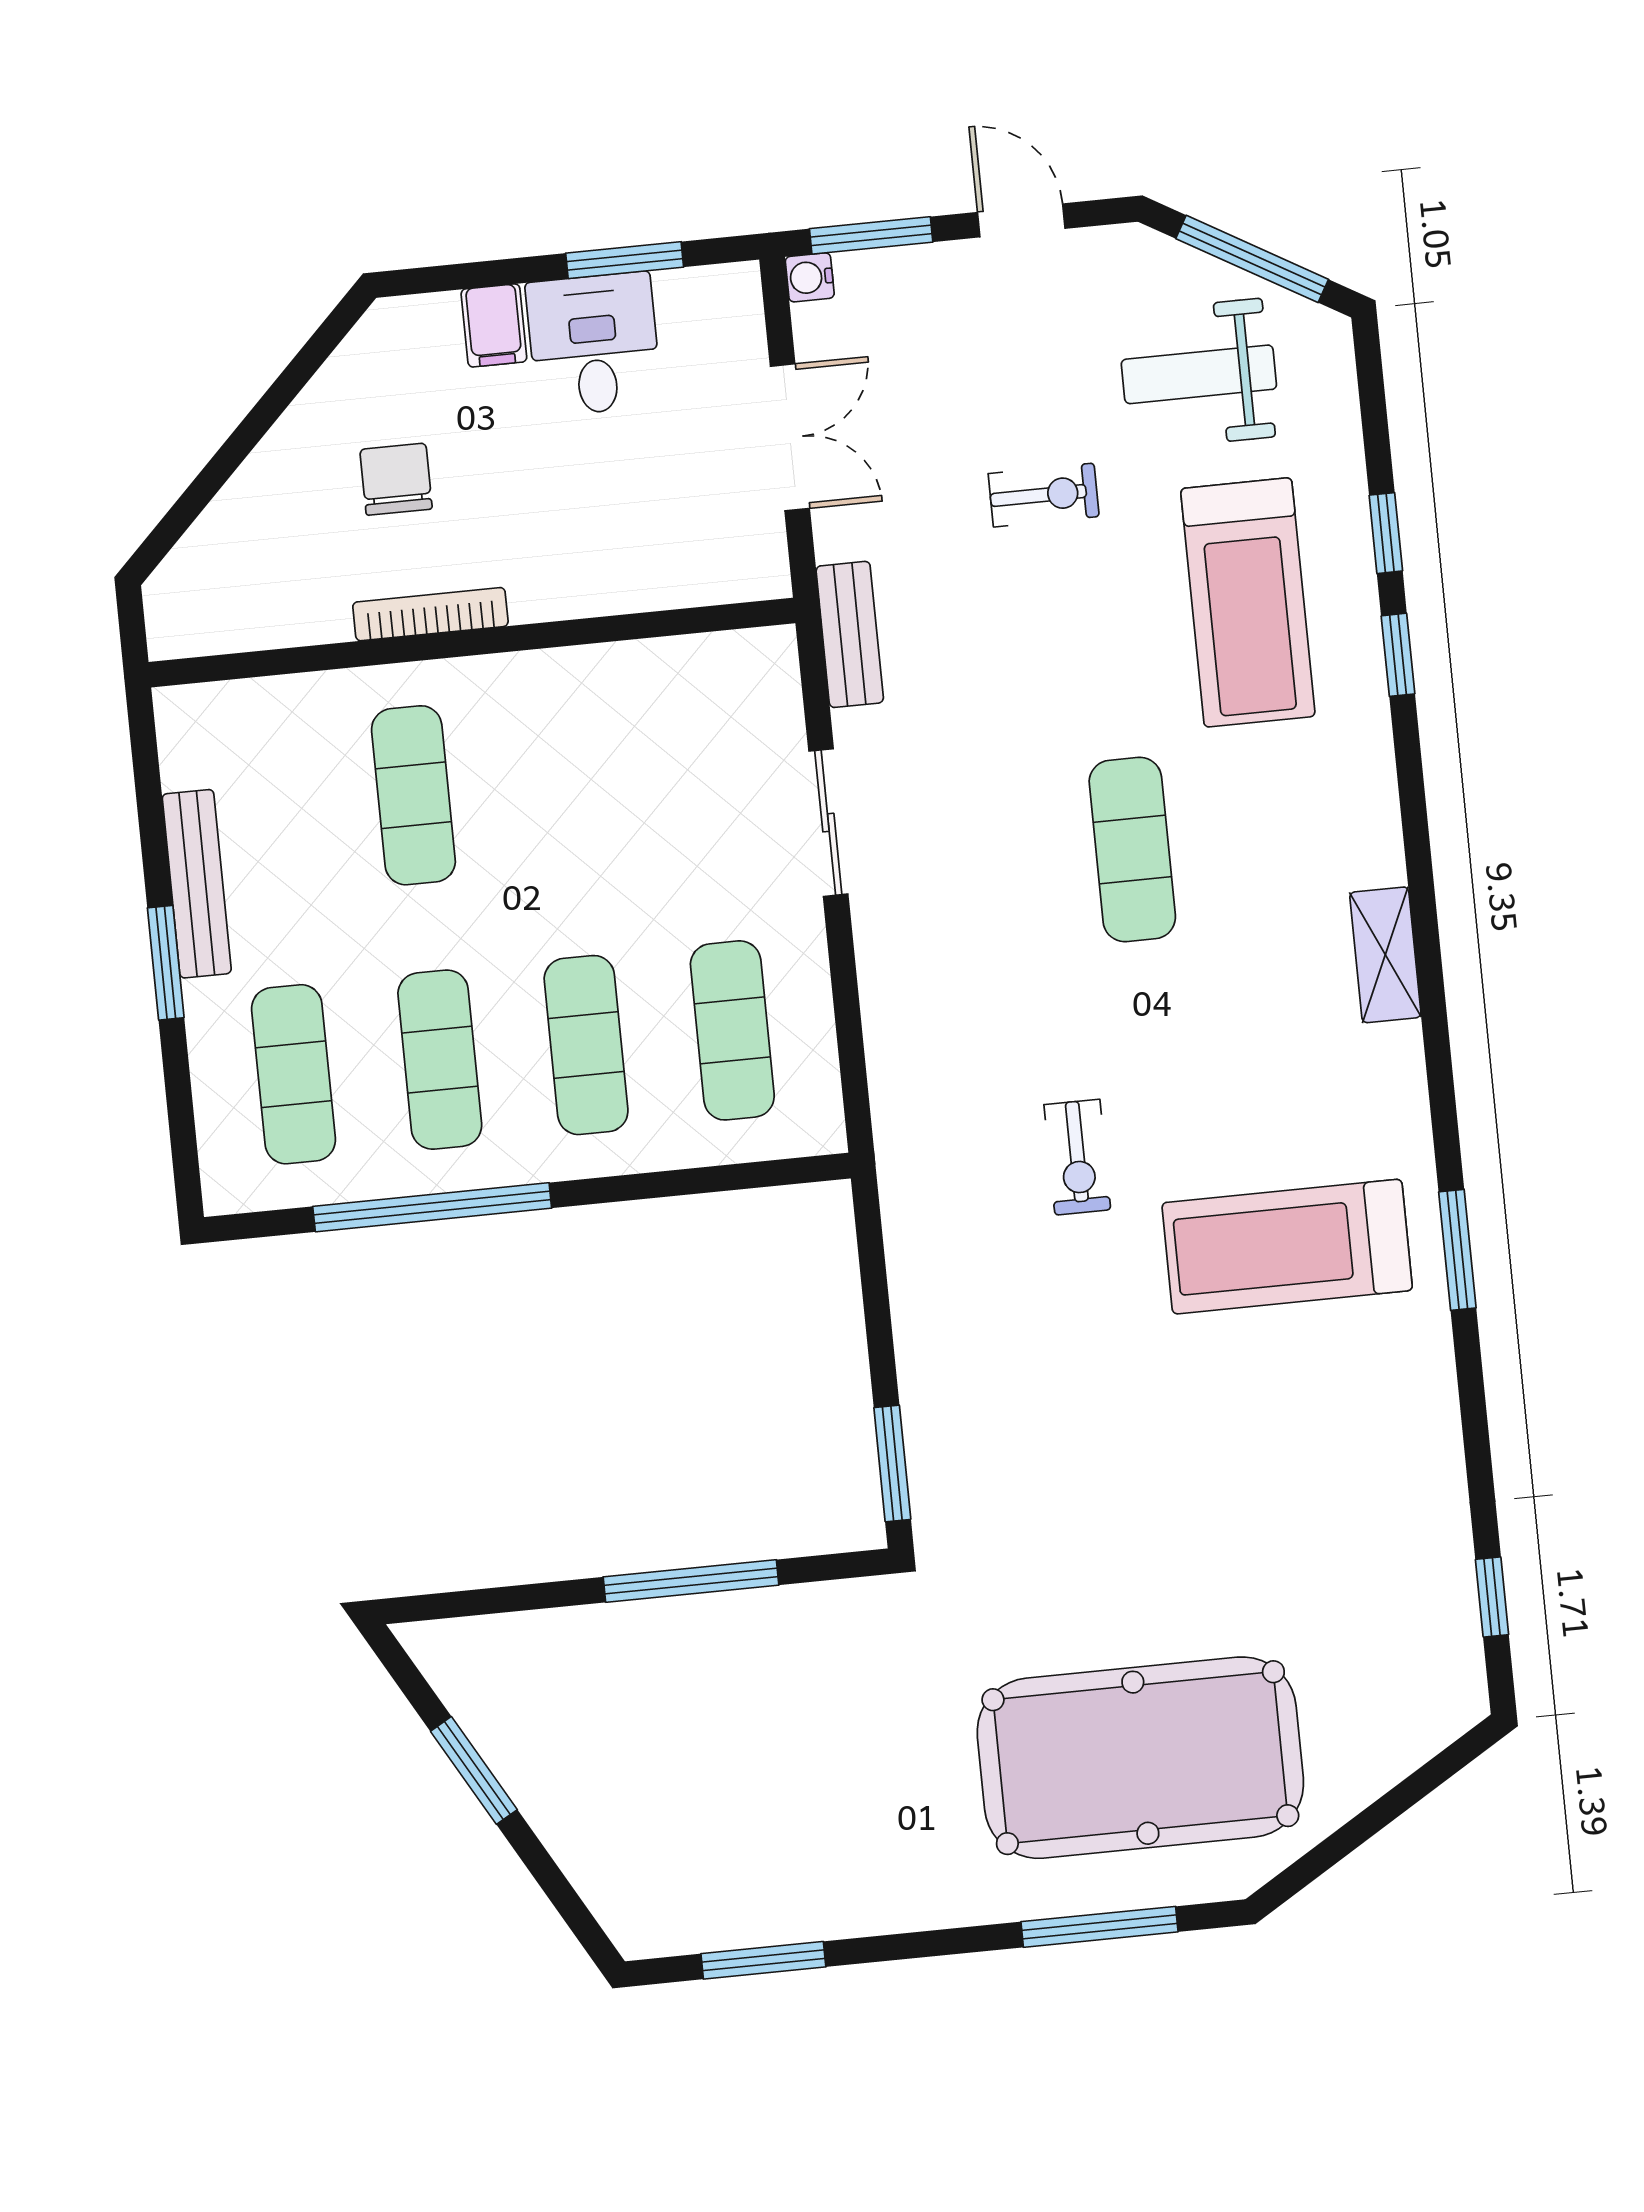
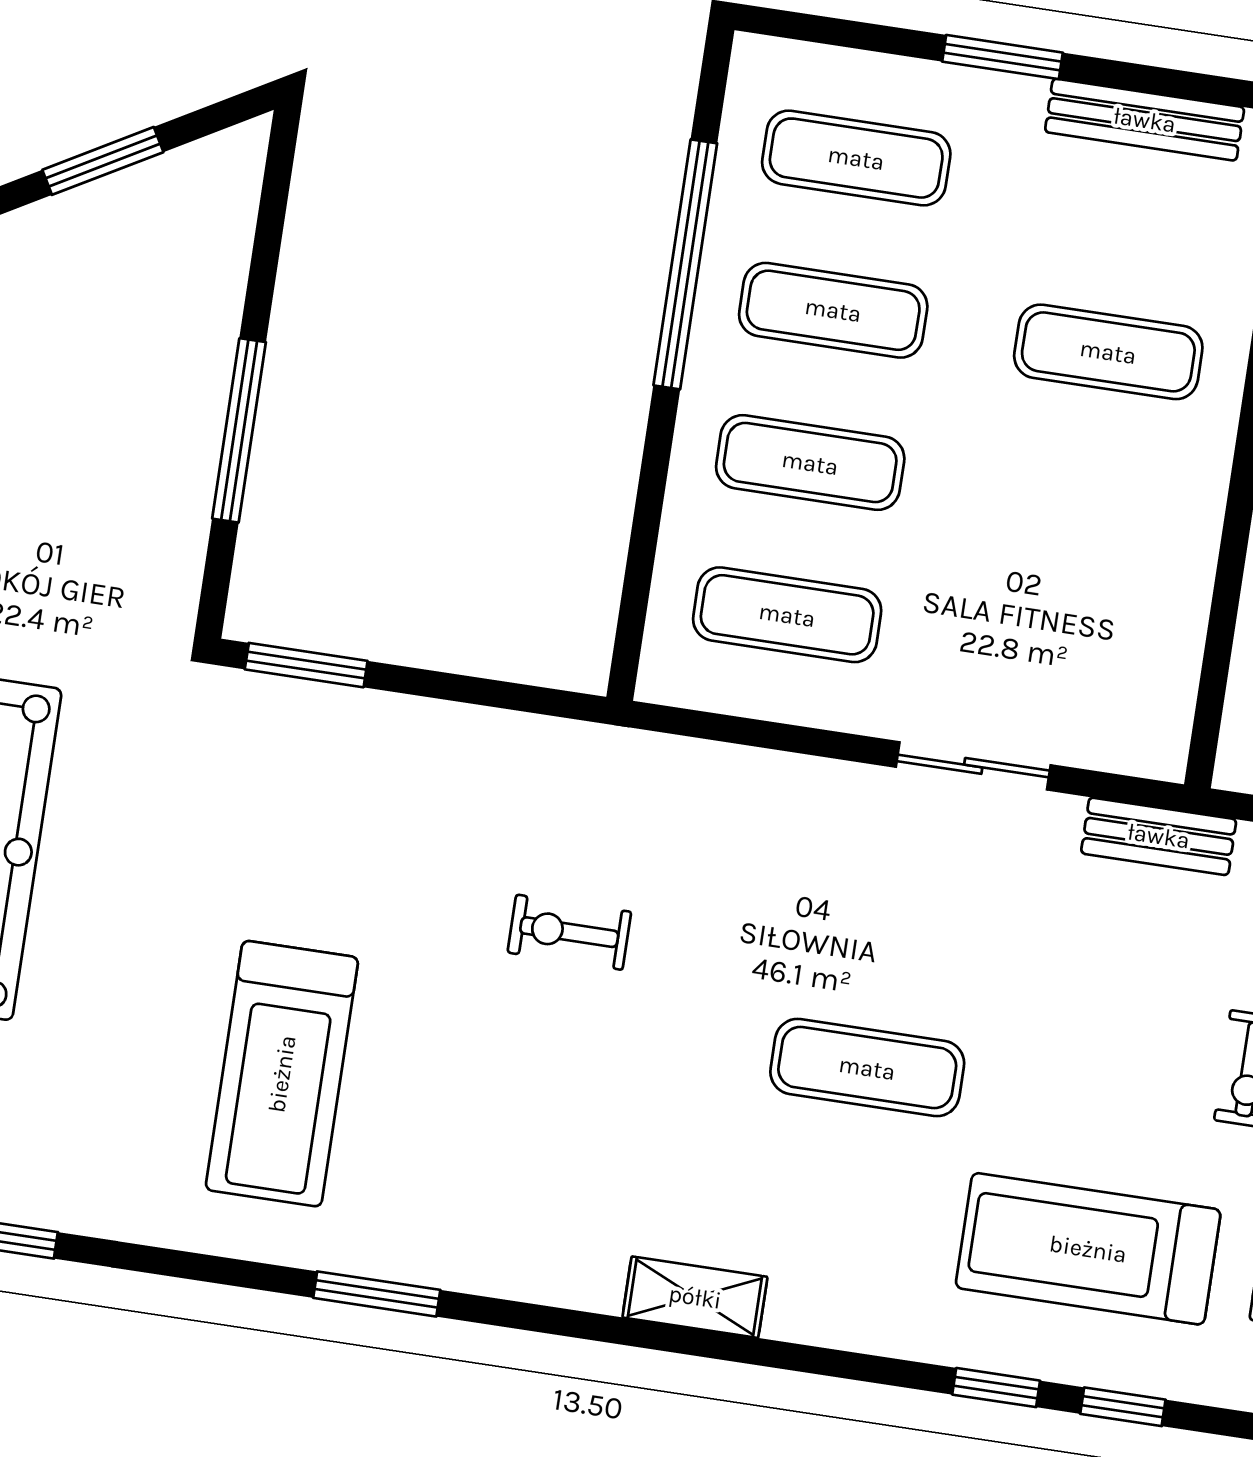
bench: (197, 884) -> (1145, 120), moved
treadmill: (1287, 1247) -> (282, 1074), moved, turned 180

